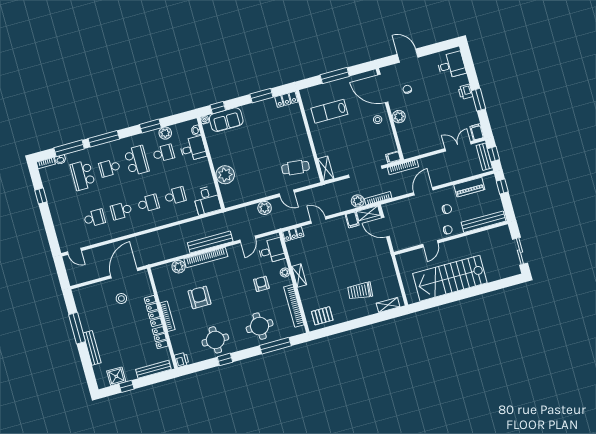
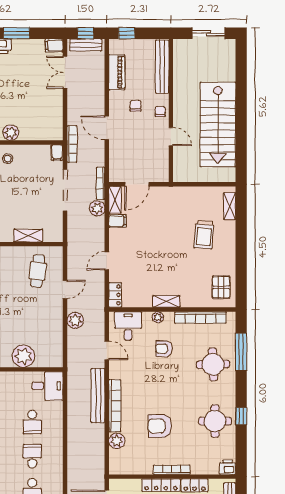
shelving: (326, 169) -> (28, 236), moved
school desk: (175, 196) -> (32, 422), turned 180

